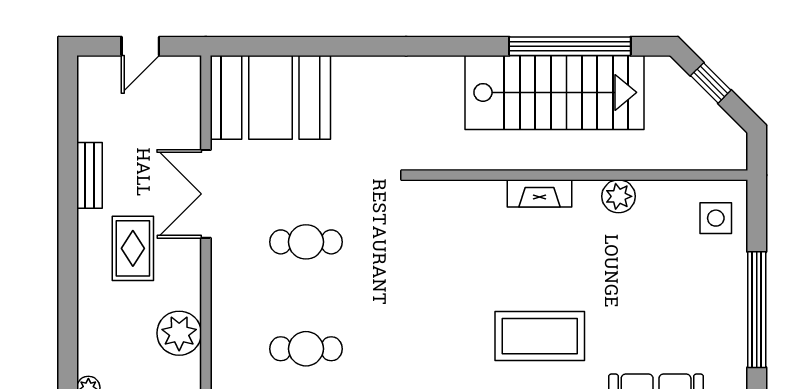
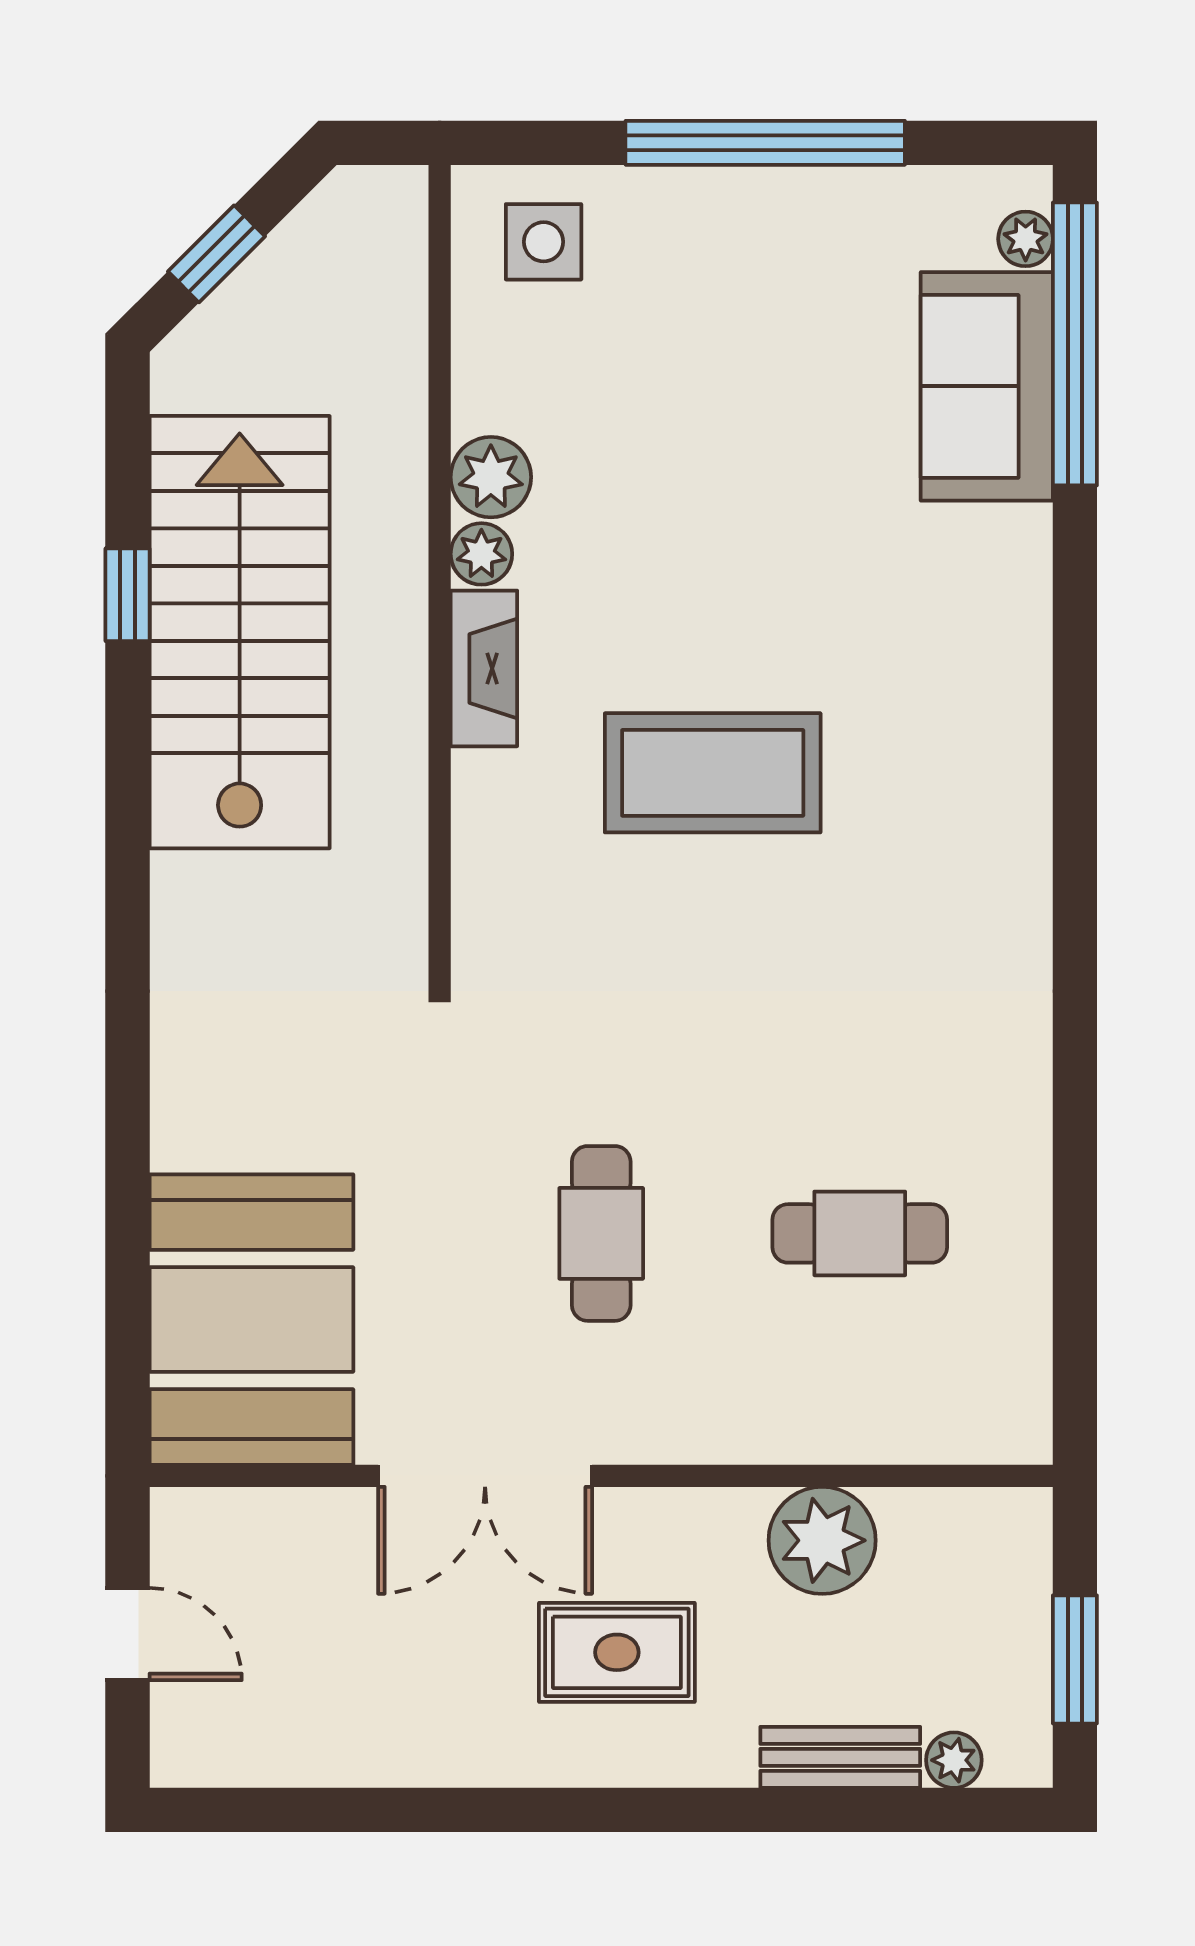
window: (570, 46) -> (128, 595), width x0.32
bench: (89, 175) -> (840, 1757), moved
plant: (587, 192) -> (481, 554), added
coffee table: (540, 336) -> (713, 773), moved, turned 90
cafe table: (306, 349) -> (860, 1233), turned 90

